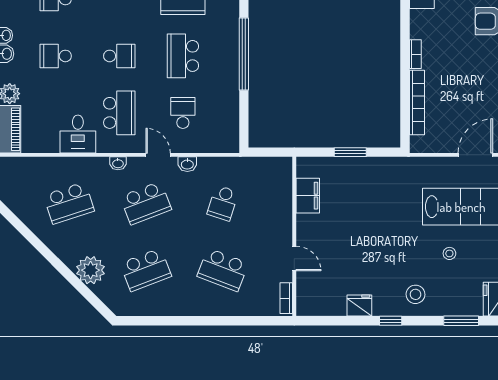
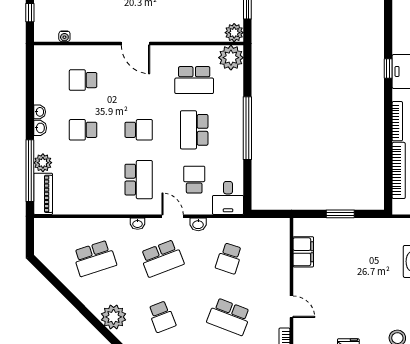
bookcase: (415, 54) -> (397, 121), width x1.56
desk: (78, 134) -> (228, 198), moved
school desk: (146, 270) -> (162, 317), width x0.54

